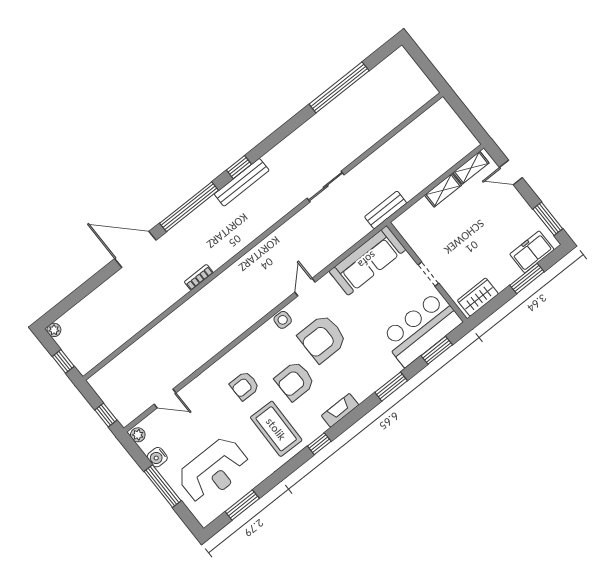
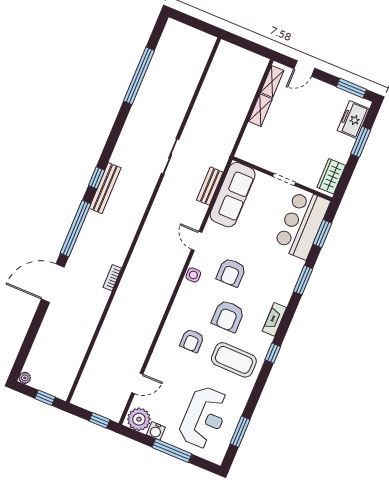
bench: (386, 210) -> (210, 186), moved
armchair: (322, 338) -> (231, 272), width x0.73, depth x0.73
plant: (138, 435) -> (139, 419), width x1.88, depth x1.88

